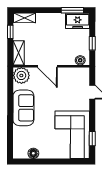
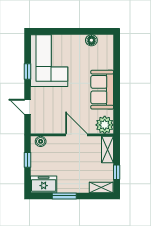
window: (72, 10) -> (64, 196), moved
window: (92, 139) -> (27, 71), moved

